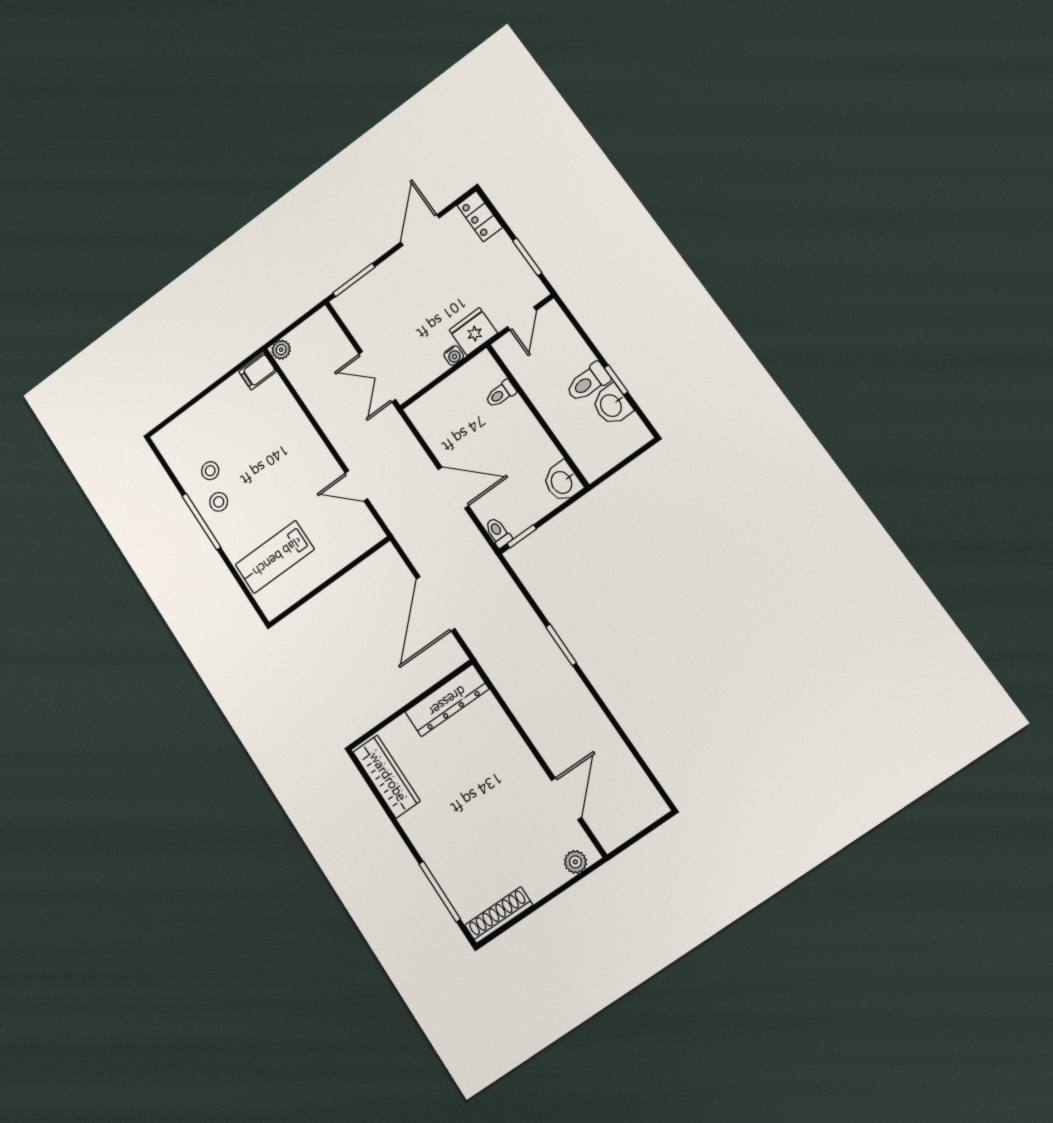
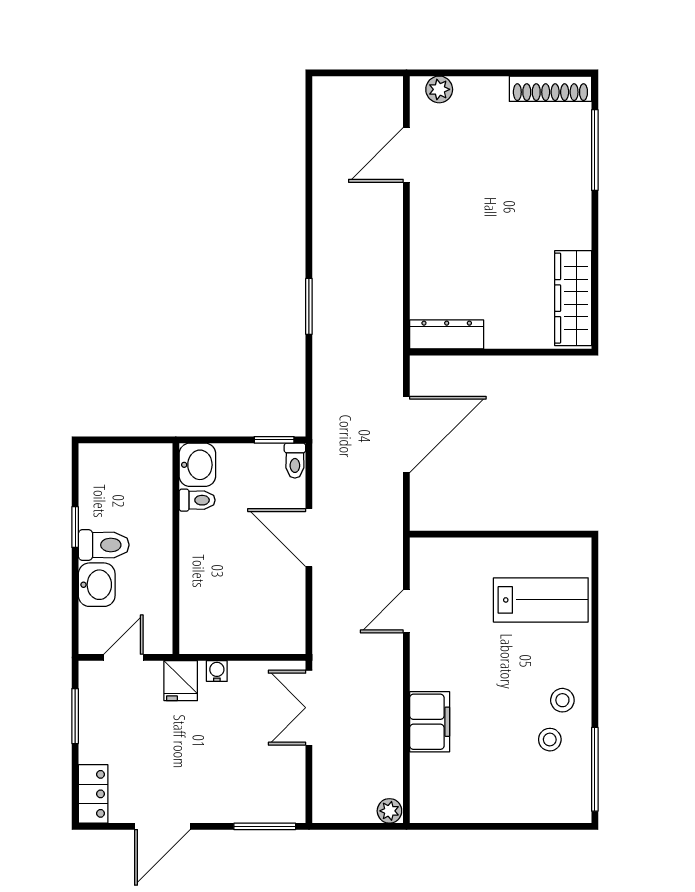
fridge: (473, 332) -> (181, 681), width x0.72
filing cabinet: (257, 371) -> (430, 722), moved, width x2.00
double door: (377, 377) -> (309, 708), swing flipped
toilet: (501, 394) -> (197, 500), moved
washbasin: (612, 405) -> (97, 585), moved
door: (356, 486) -> (406, 611), swing flipped
window: (201, 522) -> (595, 769), moved
dresser: (447, 700) -> (447, 334), width x0.73, depth x0.80

